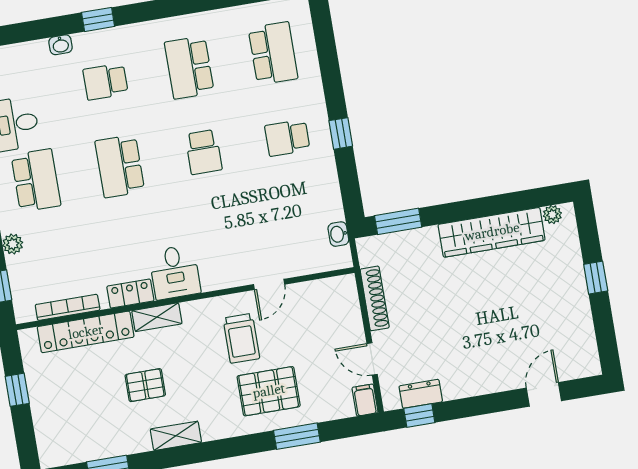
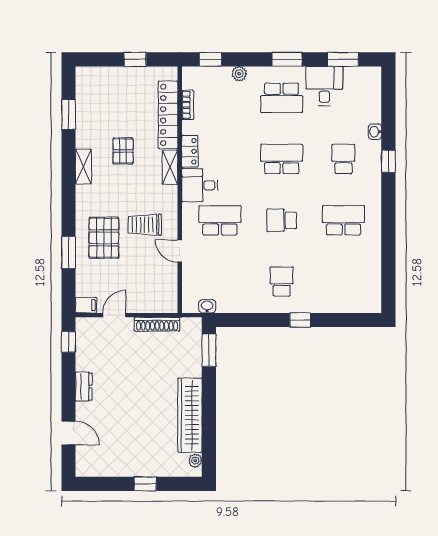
school desk: (273, 53) -> (220, 220), moved, turned 180
window: (341, 133) -> (300, 320), moved
bookcase: (68, 307) -> (188, 105), width x0.64
dresser: (421, 394) -> (84, 387), moved

